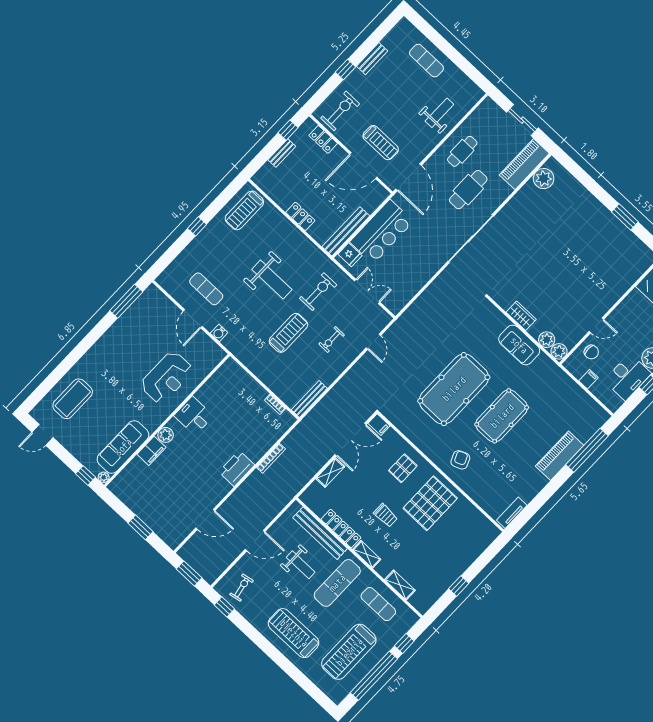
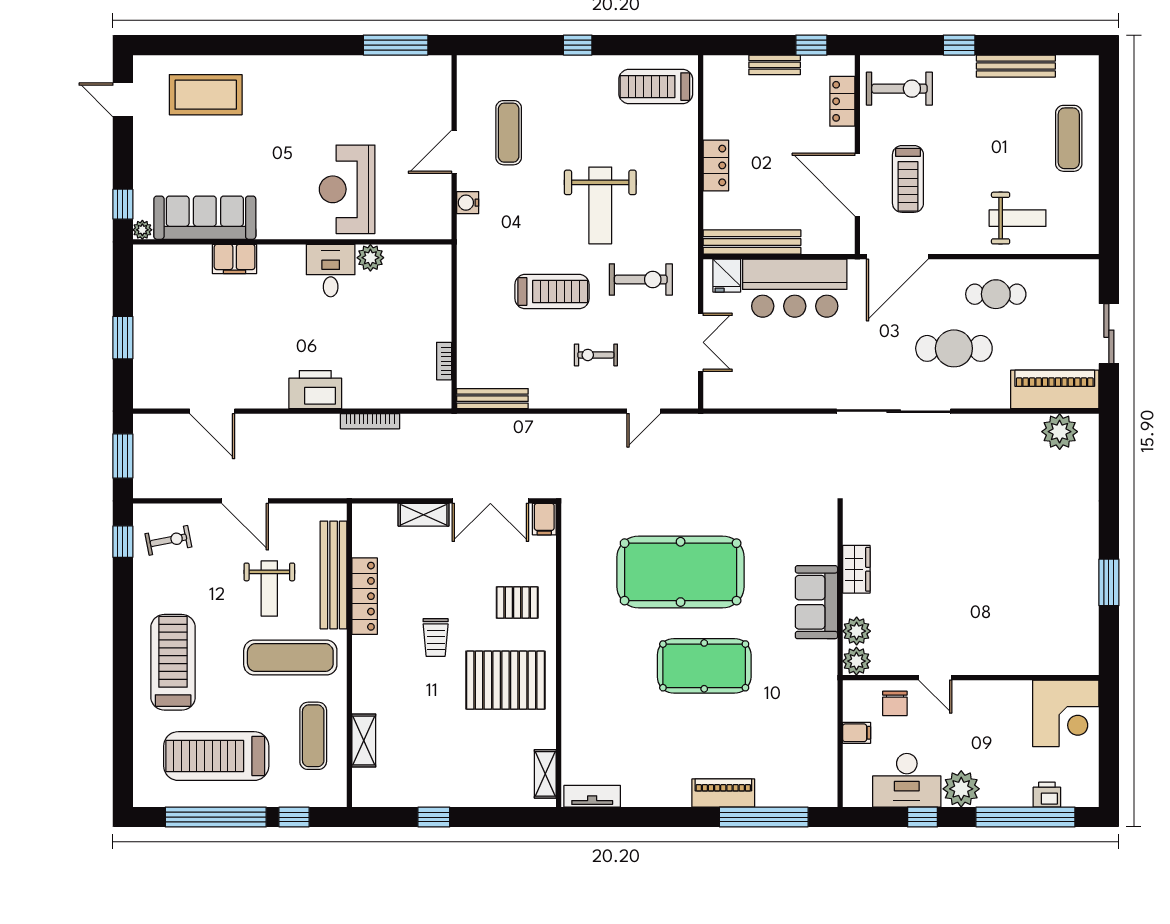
bench: (372, 59) -> (1016, 66), width x1.36
reception desk: (167, 377) -> (347, 189), turned 90
plant: (166, 435) -> (370, 258), moved
piano: (560, 456) -> (723, 793), width x0.73, depth x0.75
armchair: (460, 460) -> (598, 666), removed
shelving: (367, 554) -> (545, 774), moved

